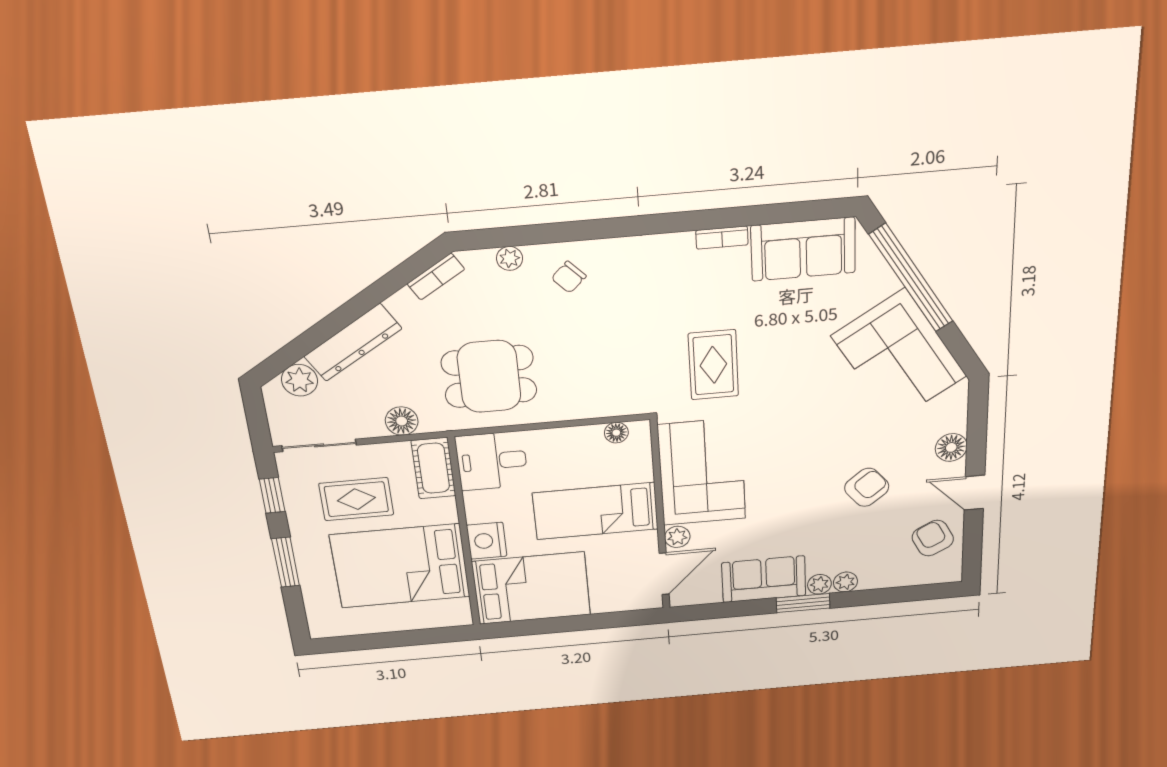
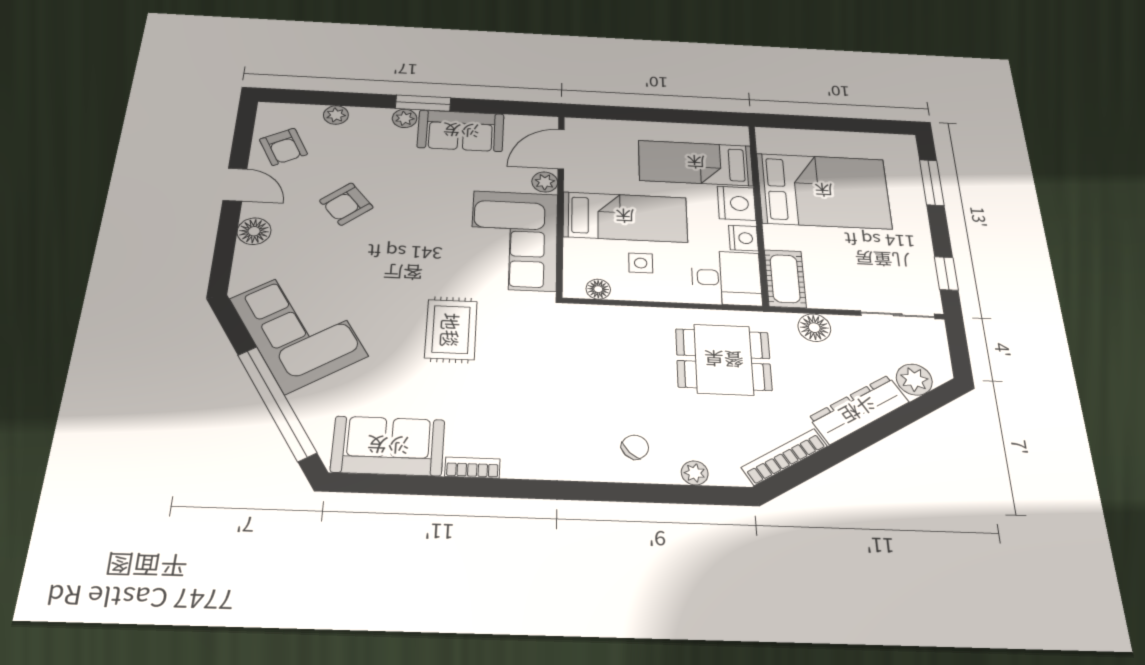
bookcase: (436, 277) -> (784, 457), width x1.56
rug: (713, 365) -> (451, 330), moved
side table: (577, 465) -> (641, 263), added
rug: (356, 499) -> (864, 259), removed
nightstand: (477, 505) -> (743, 238), added
window: (286, 562) -> (932, 183), moved
plant: (845, 582) -> (336, 115), moved
bed: (531, 588) -> (696, 163), width x0.67

